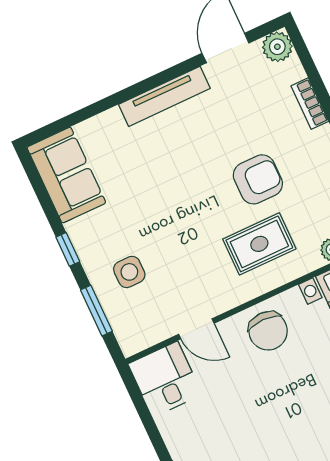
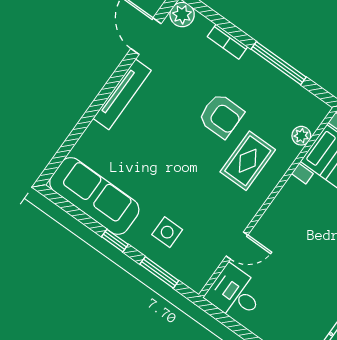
sofa: (66, 175) -> (94, 196), width x1.36
armchair: (258, 179) -> (221, 116), turned 90
chair: (268, 331) -> (288, 219), removed

